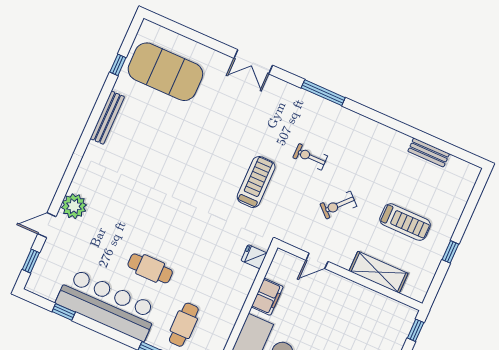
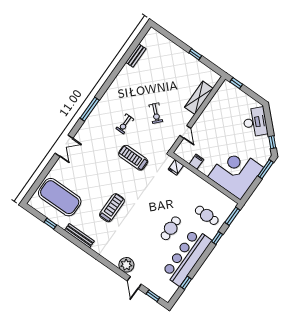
exercise mat: (165, 72) -> (60, 197), turned 90
treadmill: (405, 222) -> (112, 208), moved
filing cabinet: (267, 297) -> (196, 162), width x0.50

